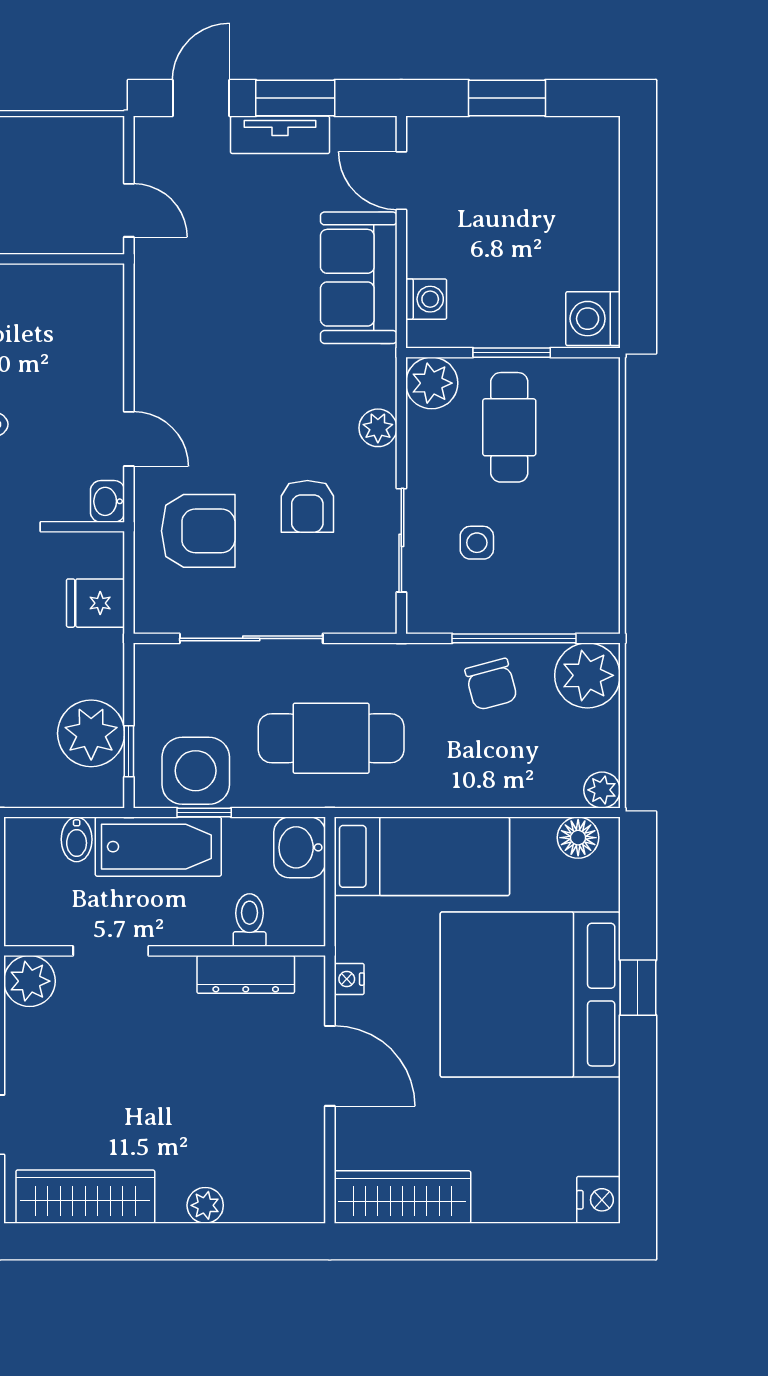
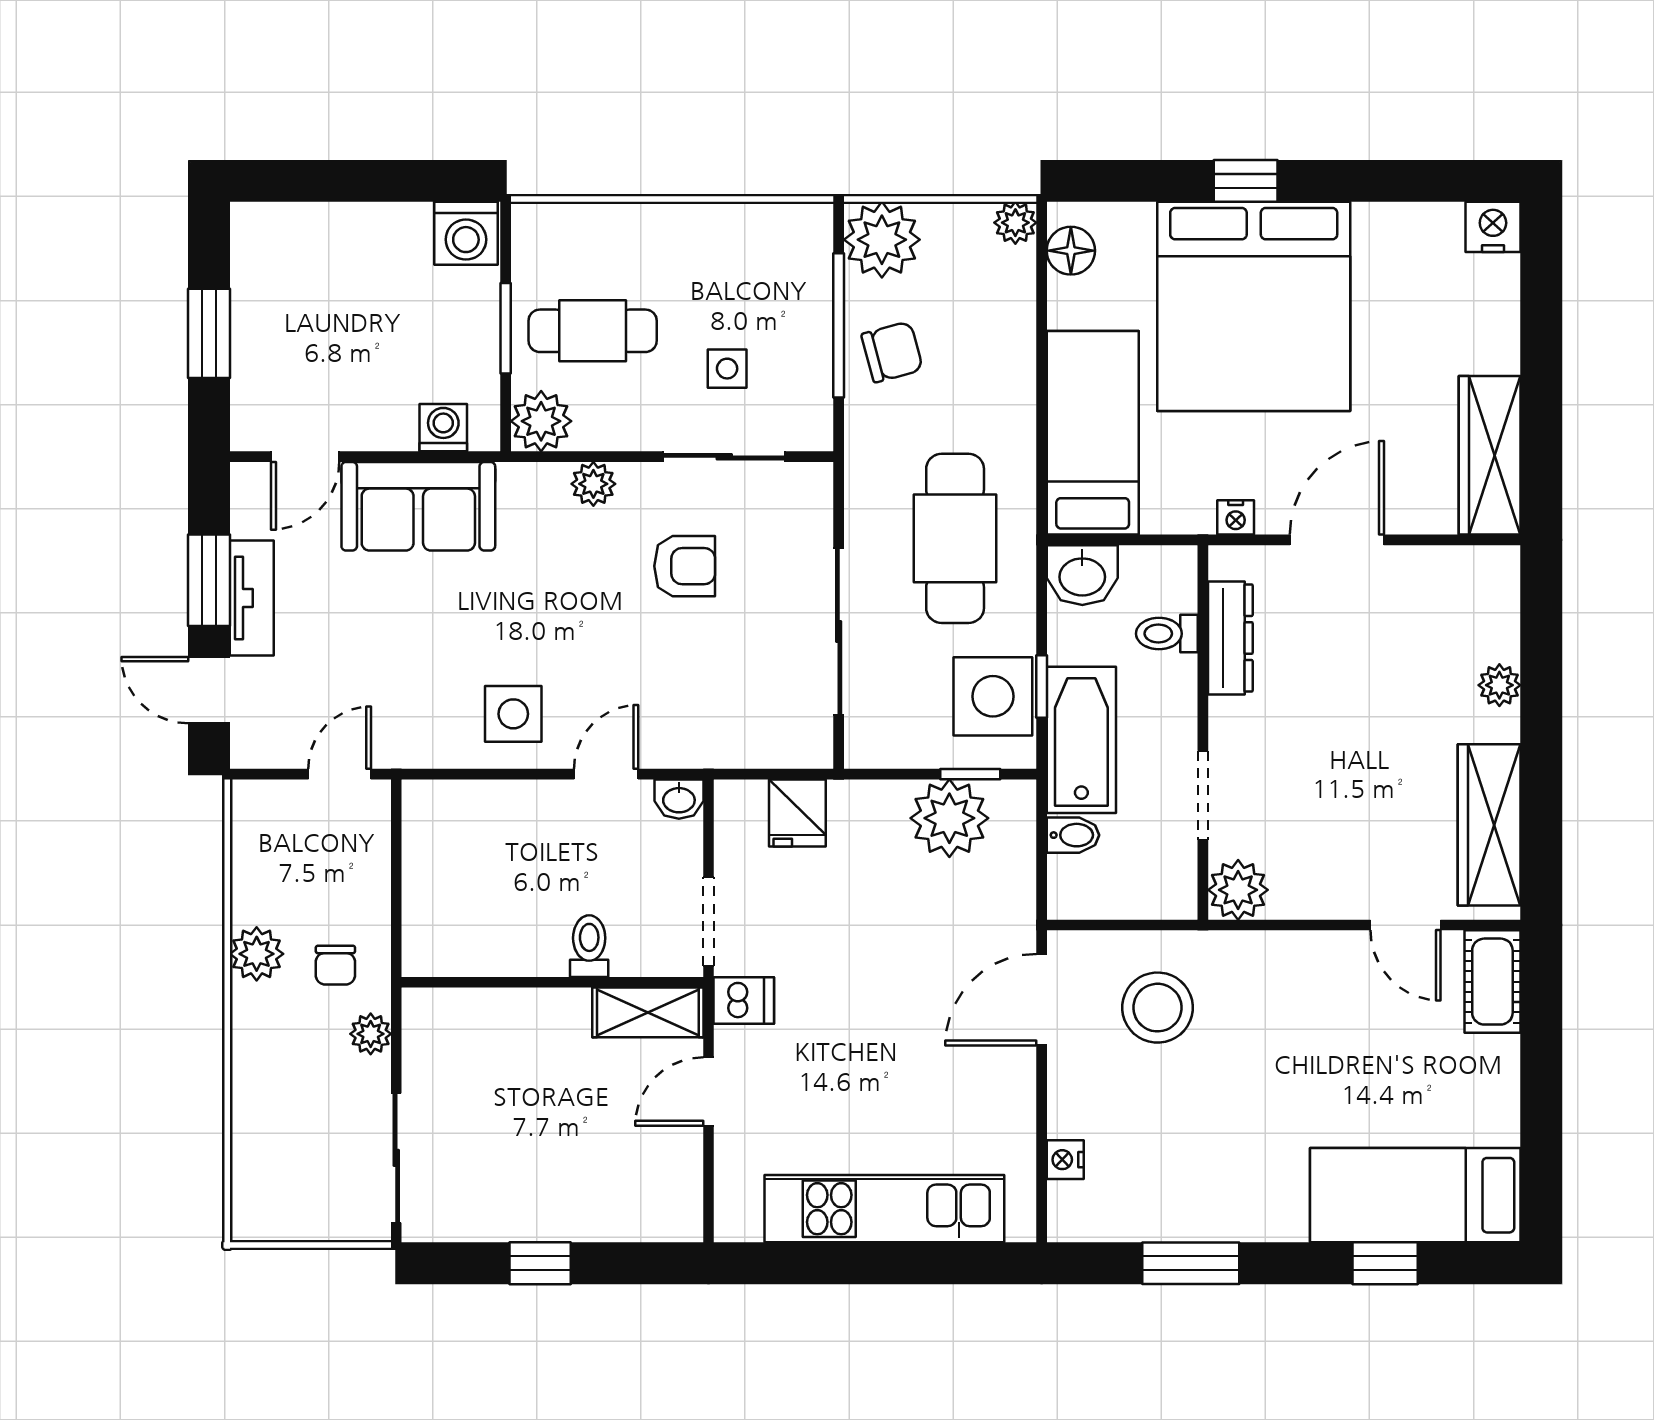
side table: (181, 359) -> (513, 714), added
armchair: (198, 531) -> (713, 693), removed

